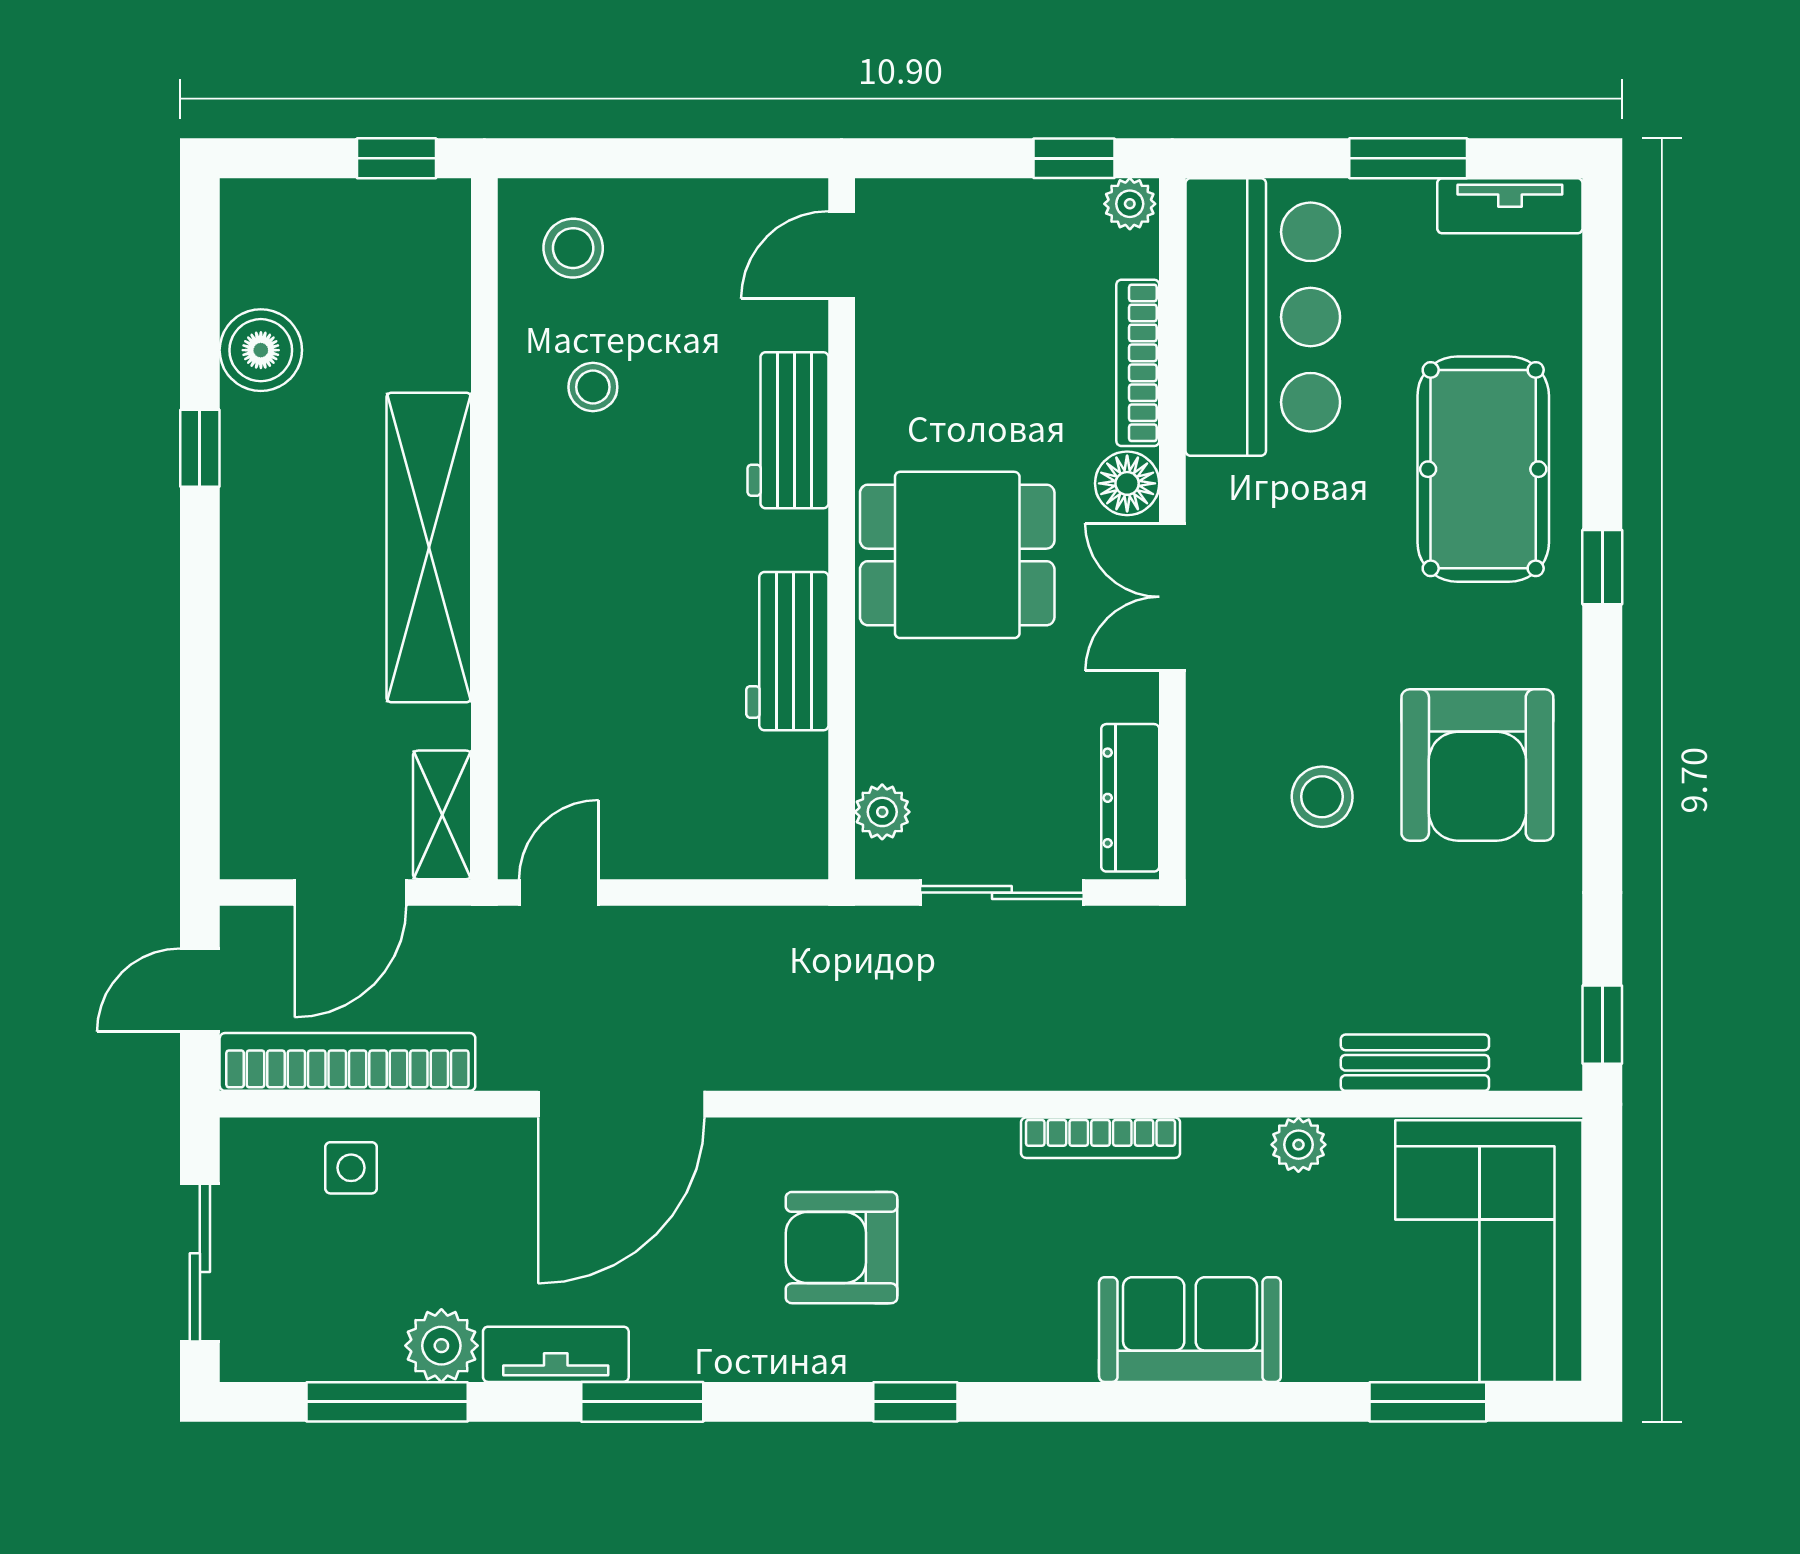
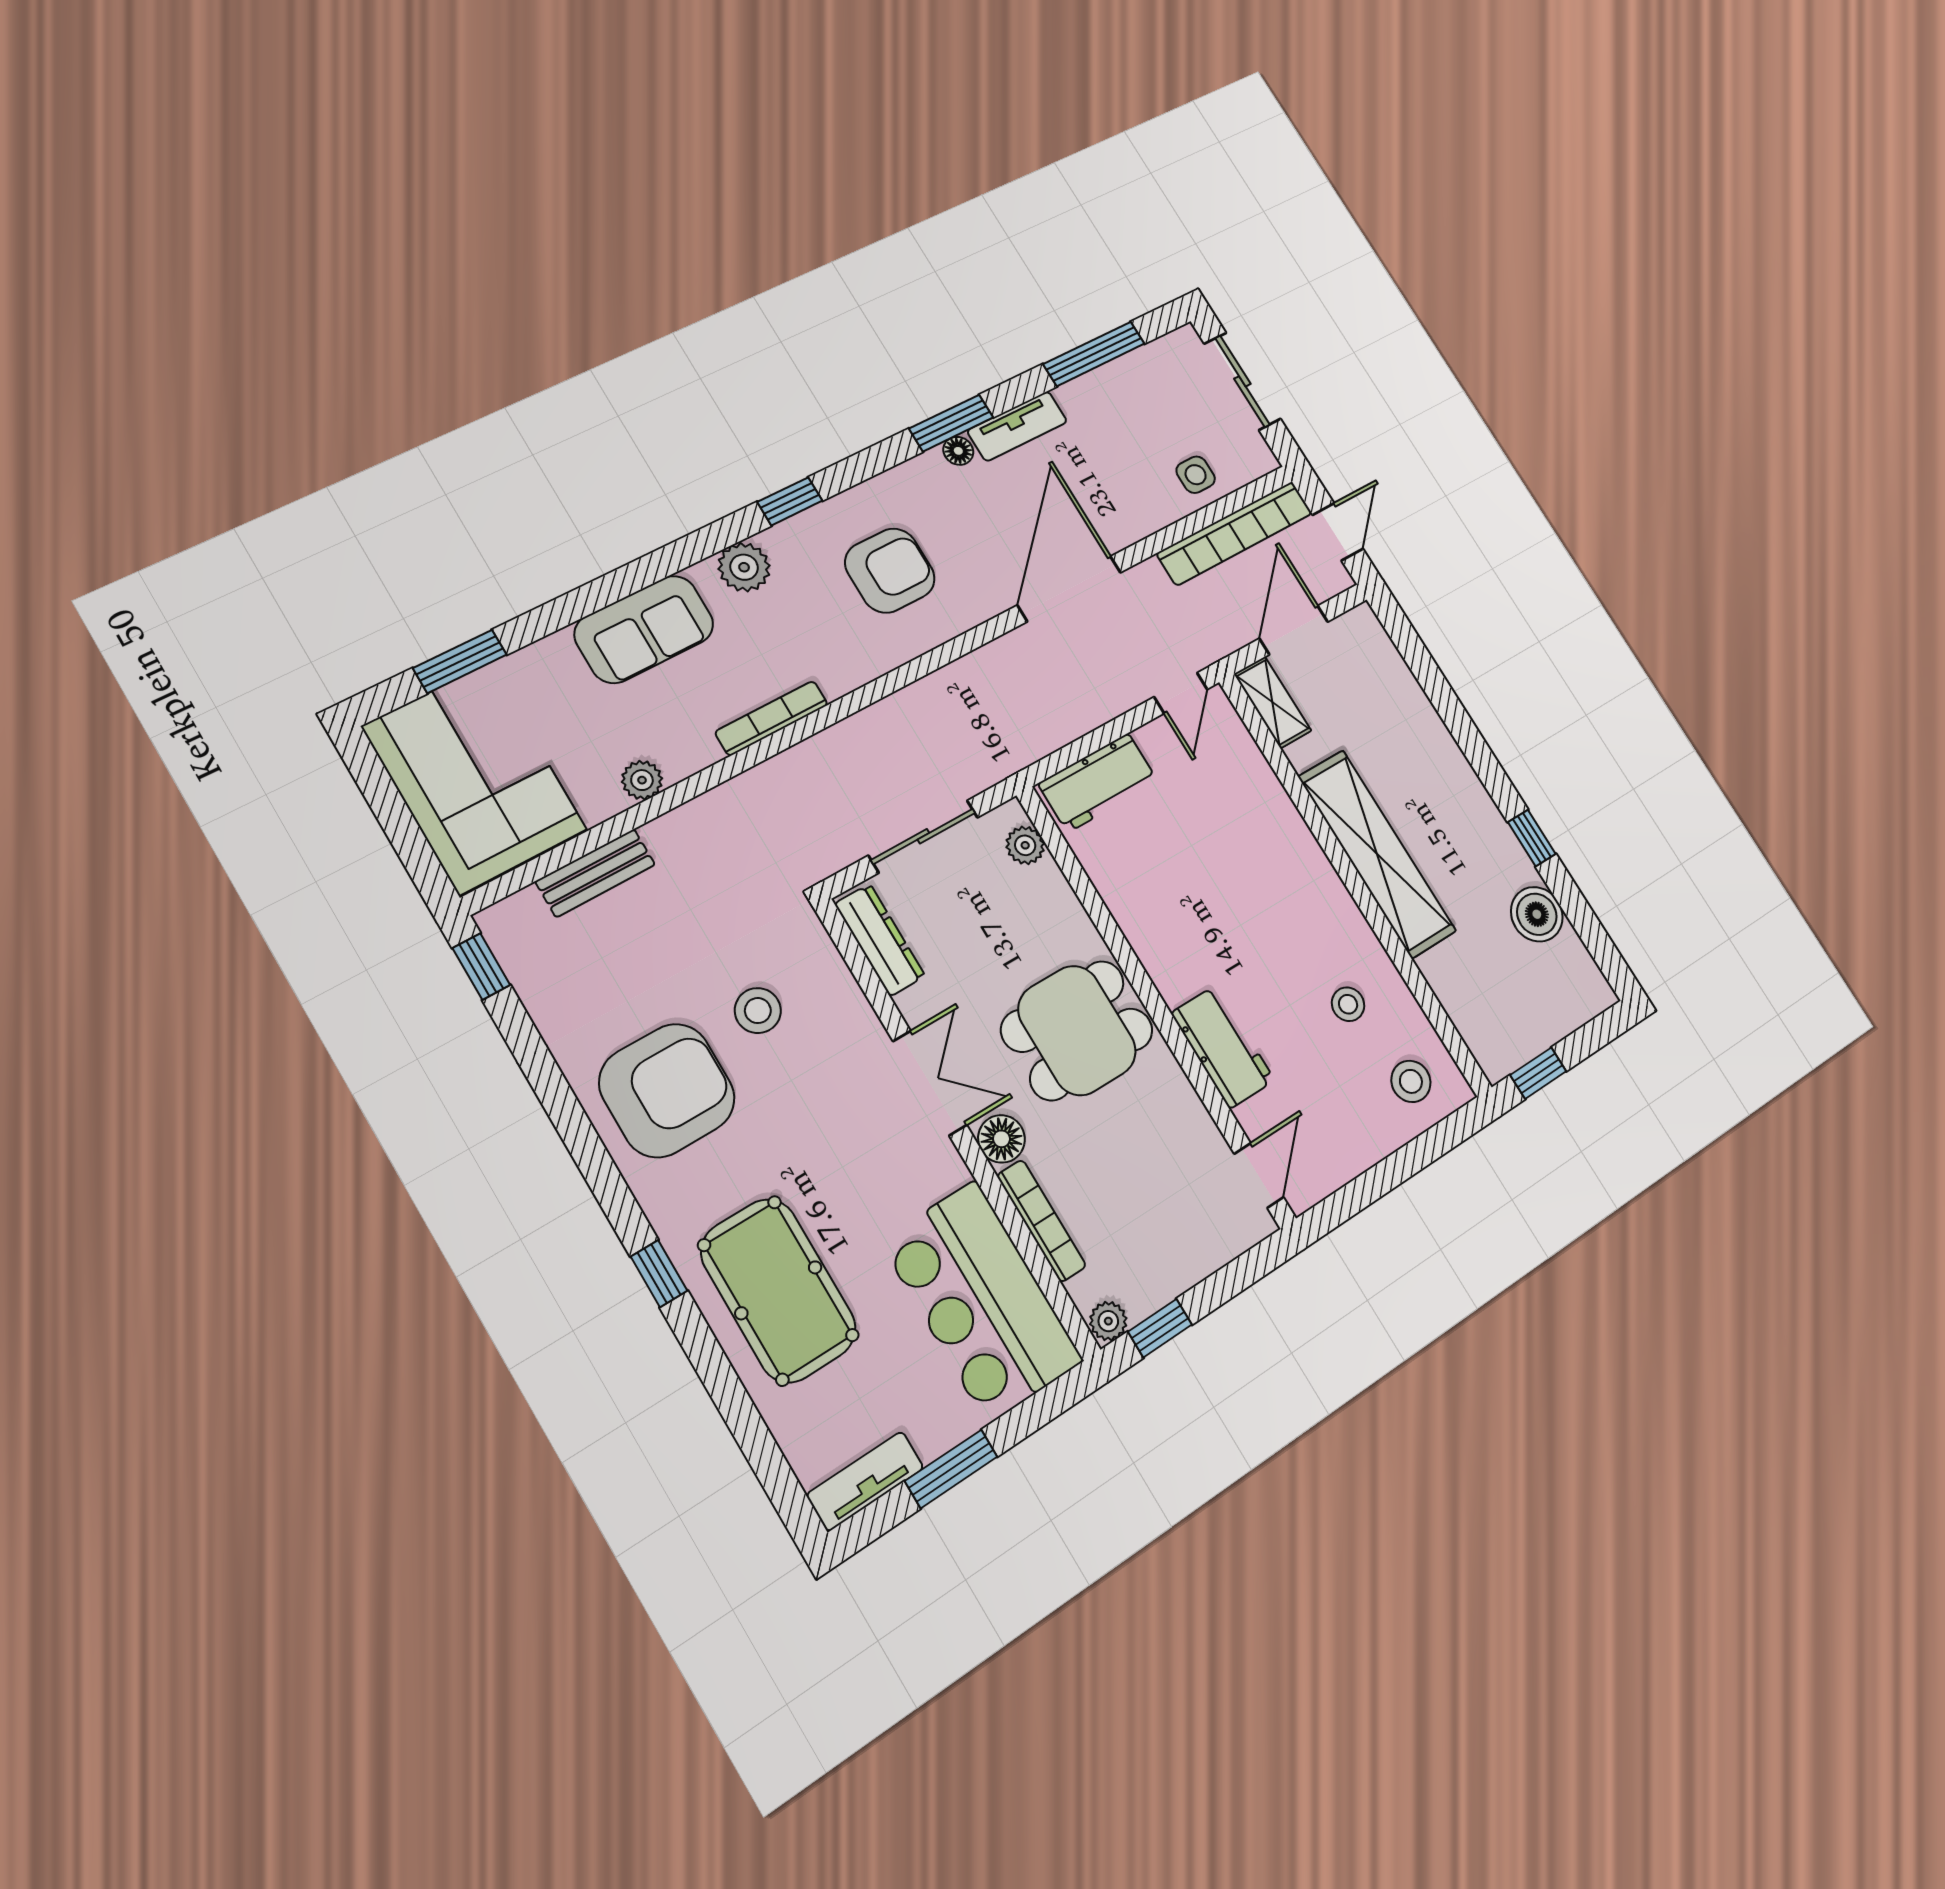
workbench: (787, 651) -> (1098, 782), moved, turned 90
armchair: (1477, 765) -> (667, 1090), turned 90
plant: (441, 1346) -> (744, 567), moved
floor lamp: (656, 1360) -> (958, 451), added

